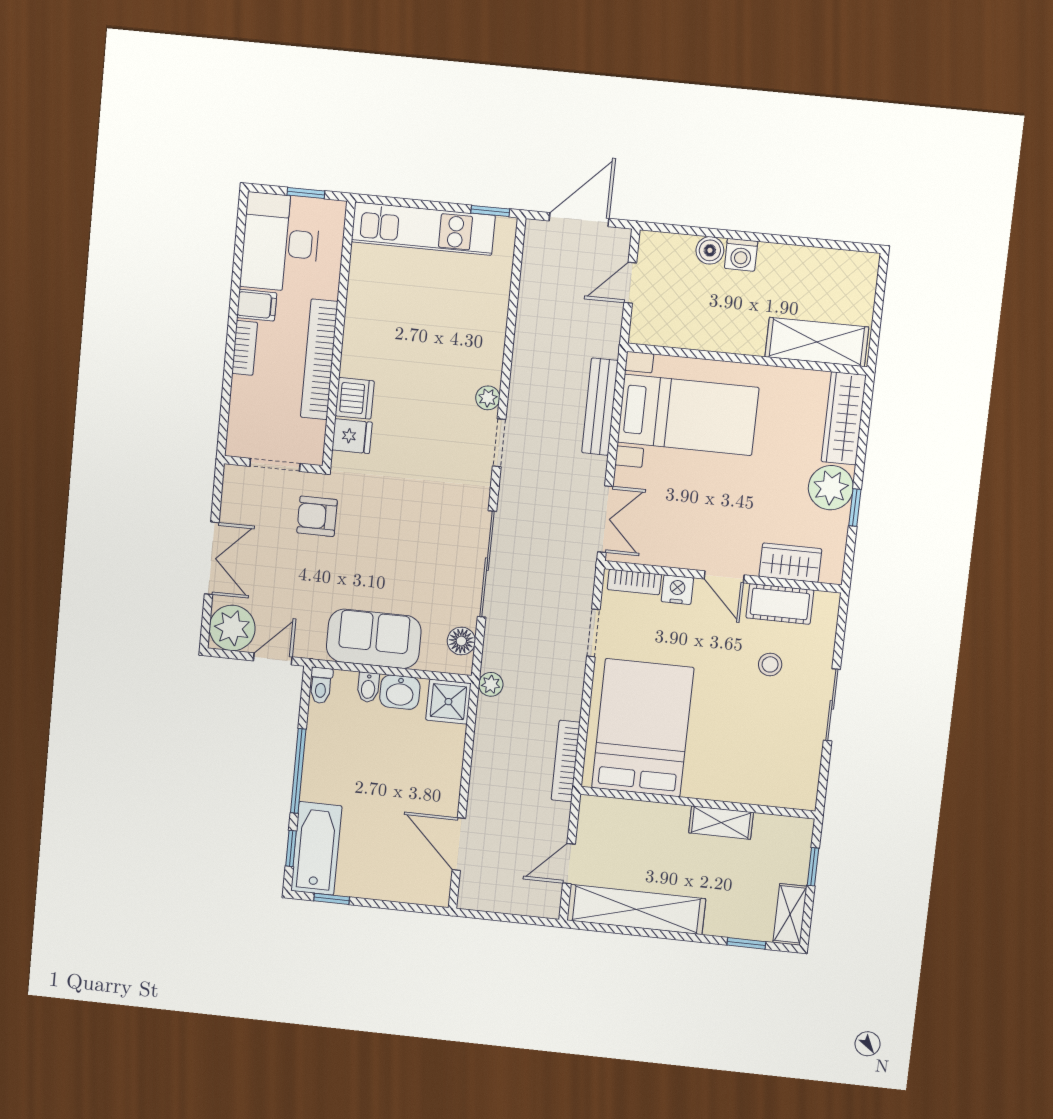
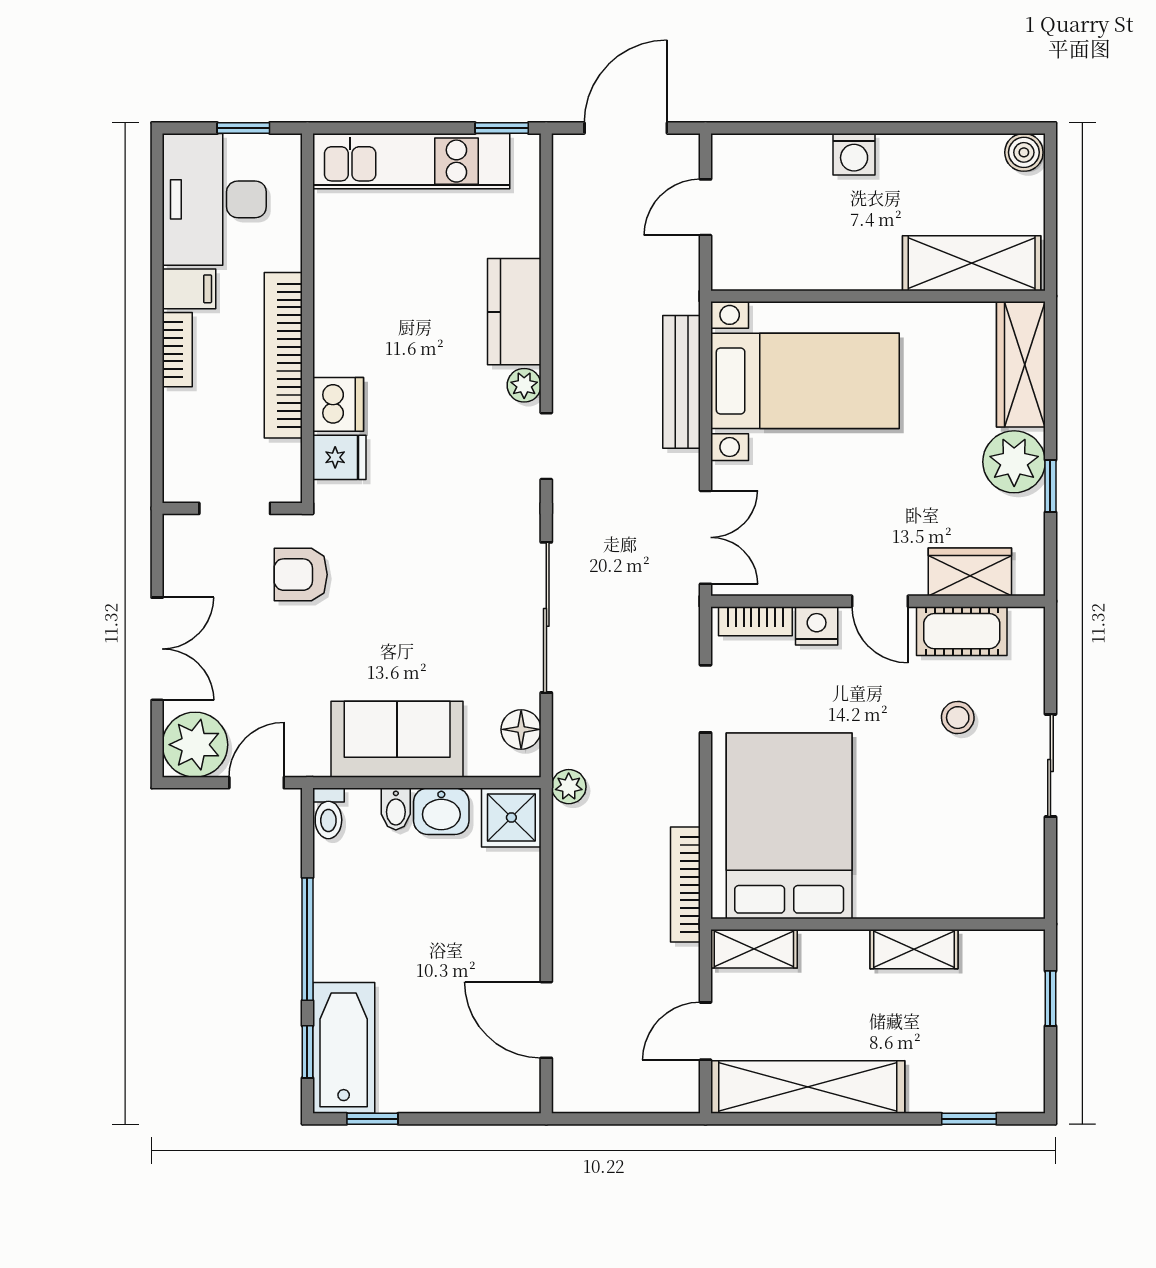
boiler: (710, 250) -> (1024, 152), moved
kitchen counter: (486, 344) -> (514, 312), added
shelving: (790, 914) -> (754, 949), moved, turned 90

